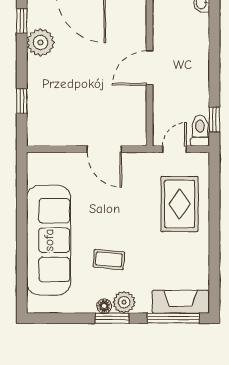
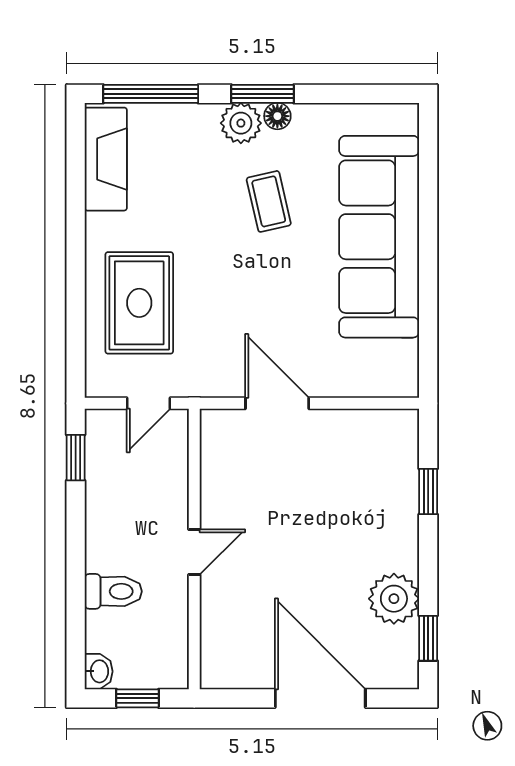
door: (150, 68) -> (194, 552), width x0.73
toilet: (200, 131) -> (113, 591), moved, turned -90
coffee table: (109, 259) -> (269, 201), turned 72
fireplace: (180, 302) -> (106, 159), moved, turned -90

